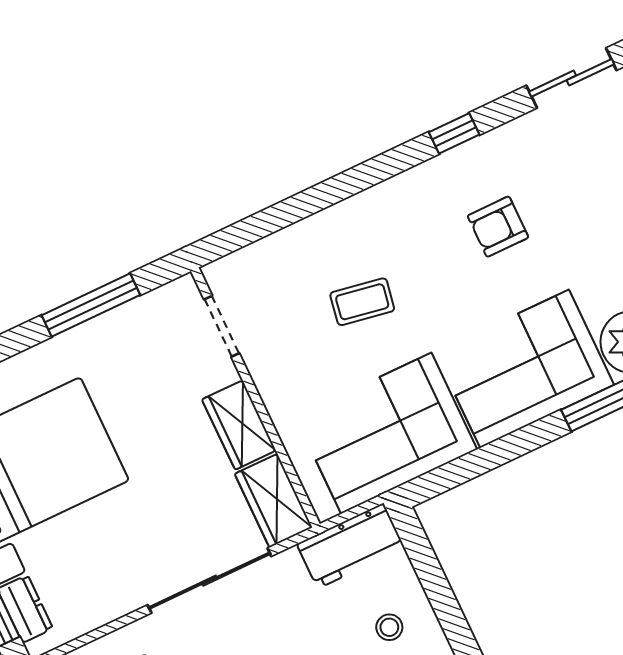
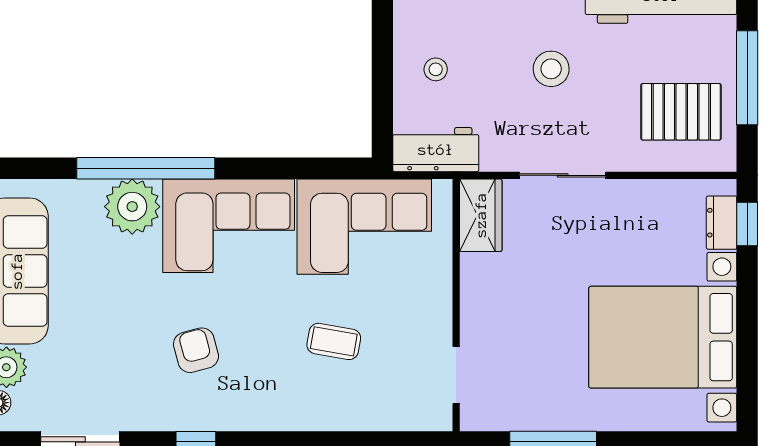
armchair: (498, 227) -> (196, 350), turned -105
wardrobe: (239, 425) -> (480, 289), removed
sliding door: (209, 581) -> (563, 175), width x0.73

